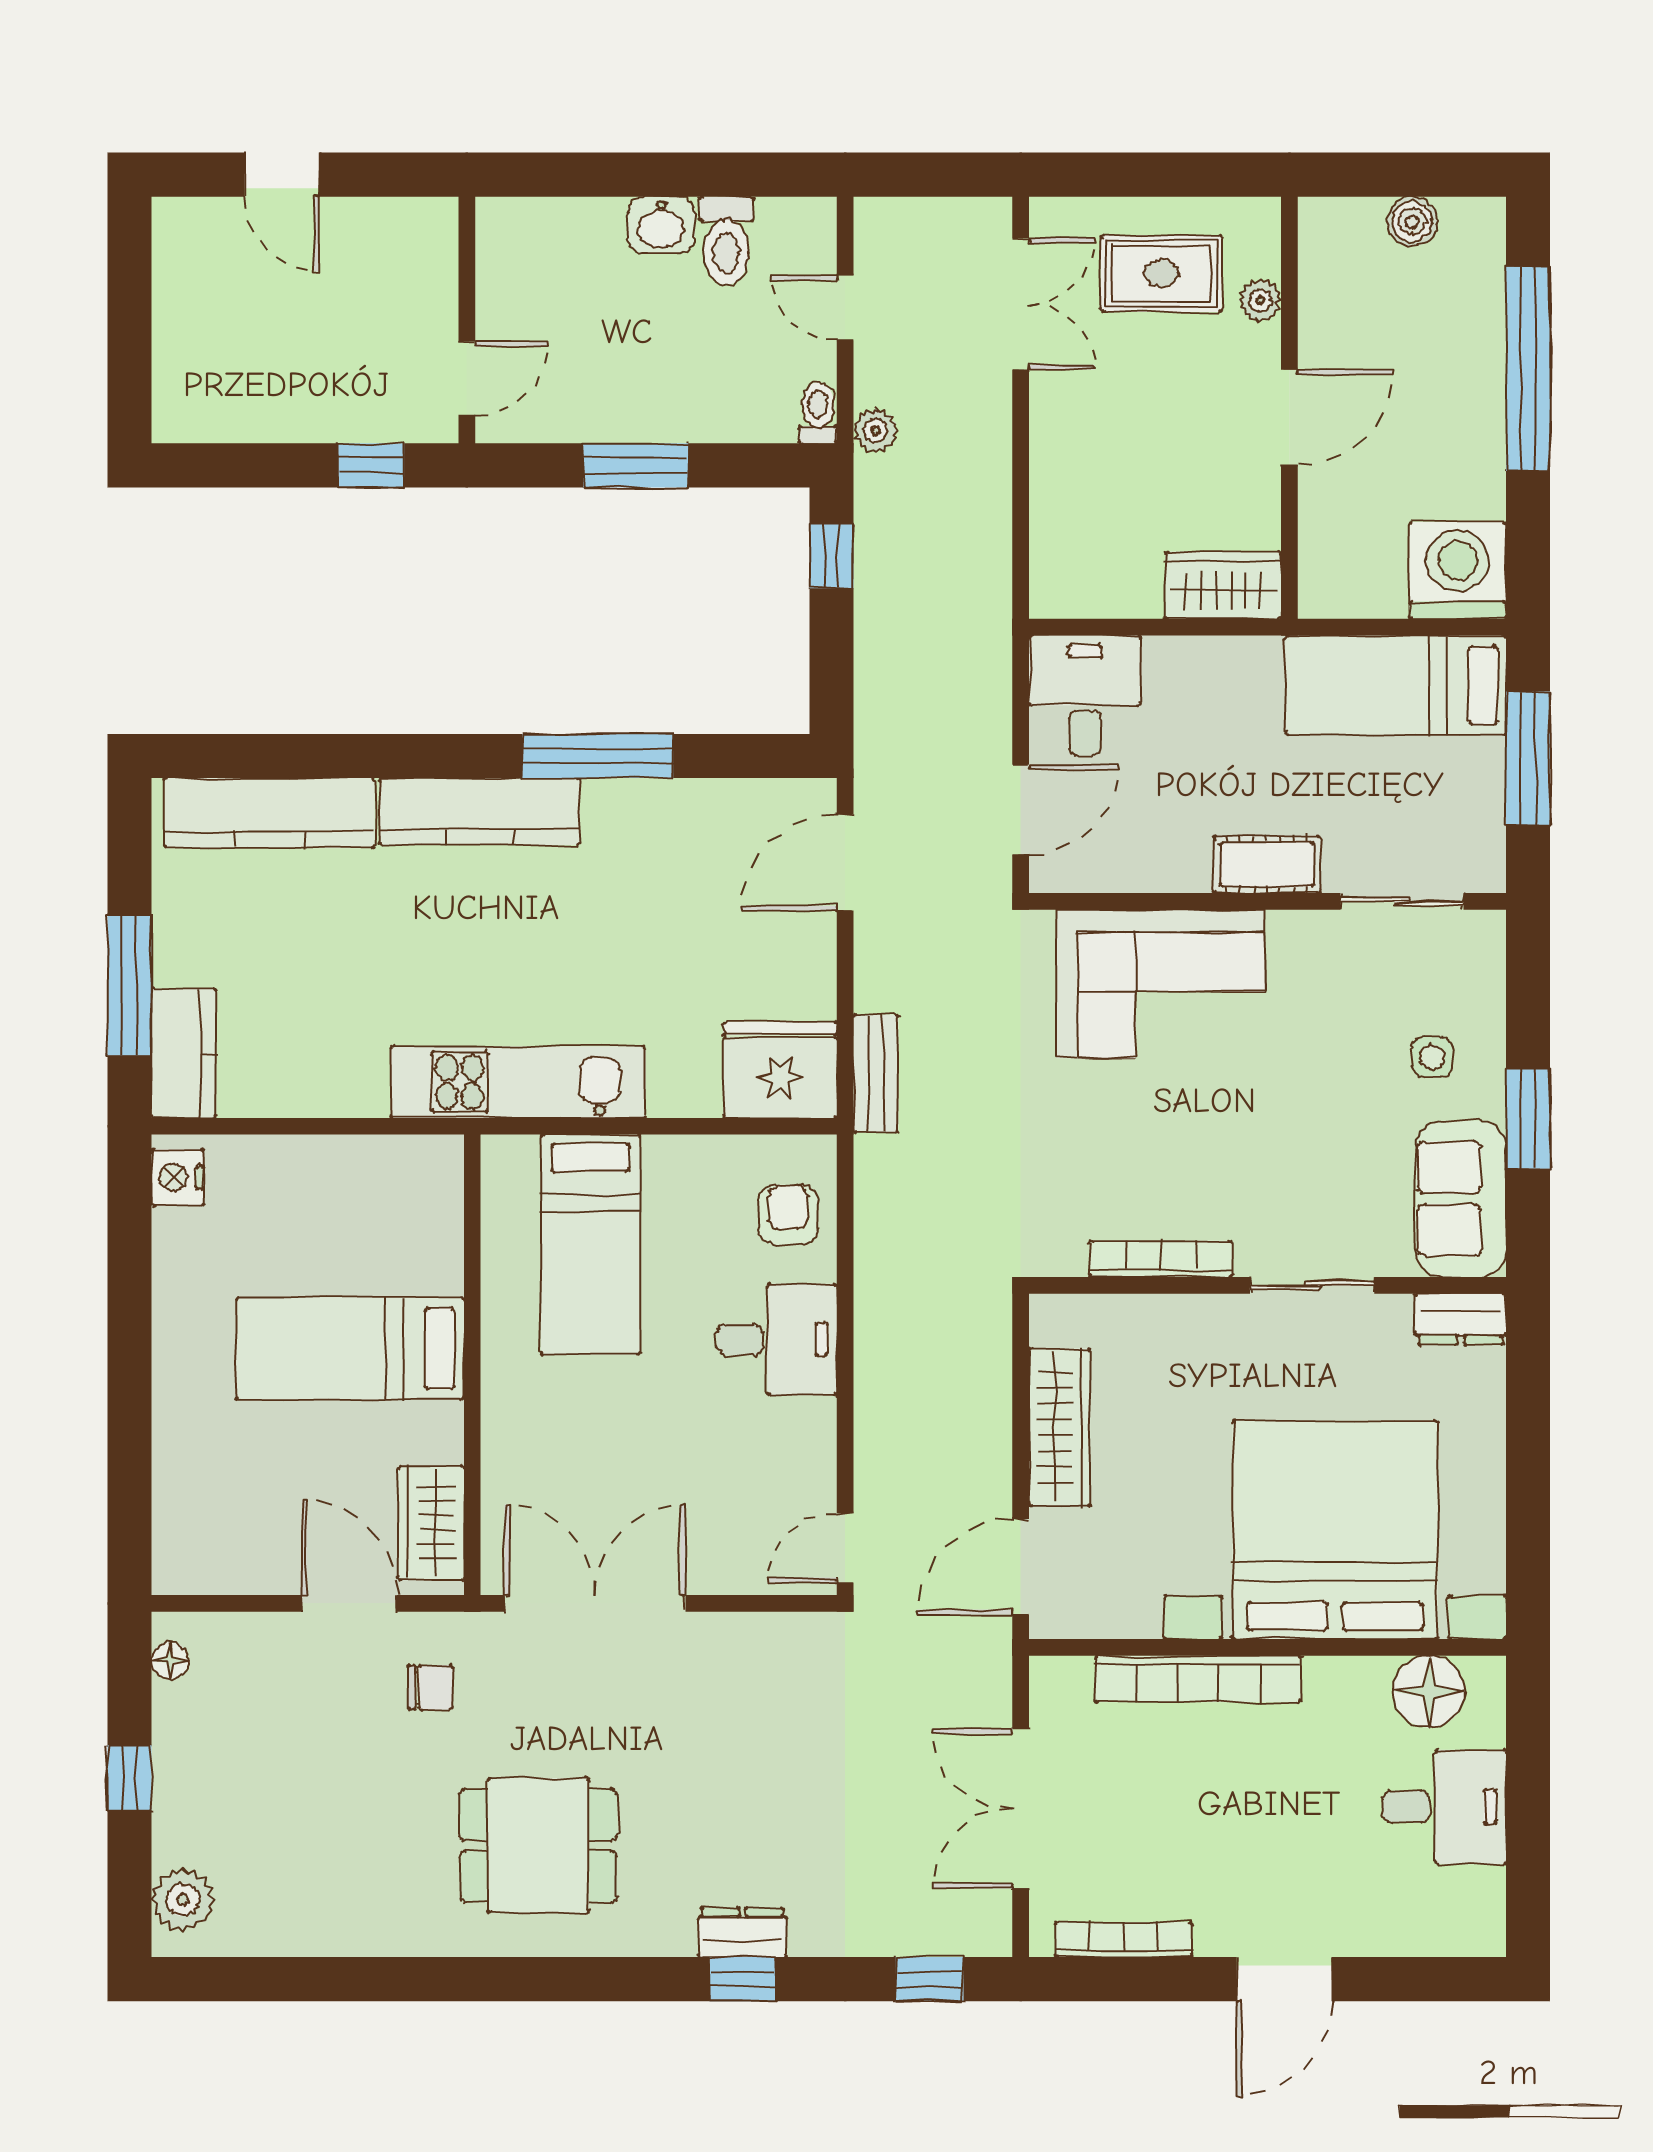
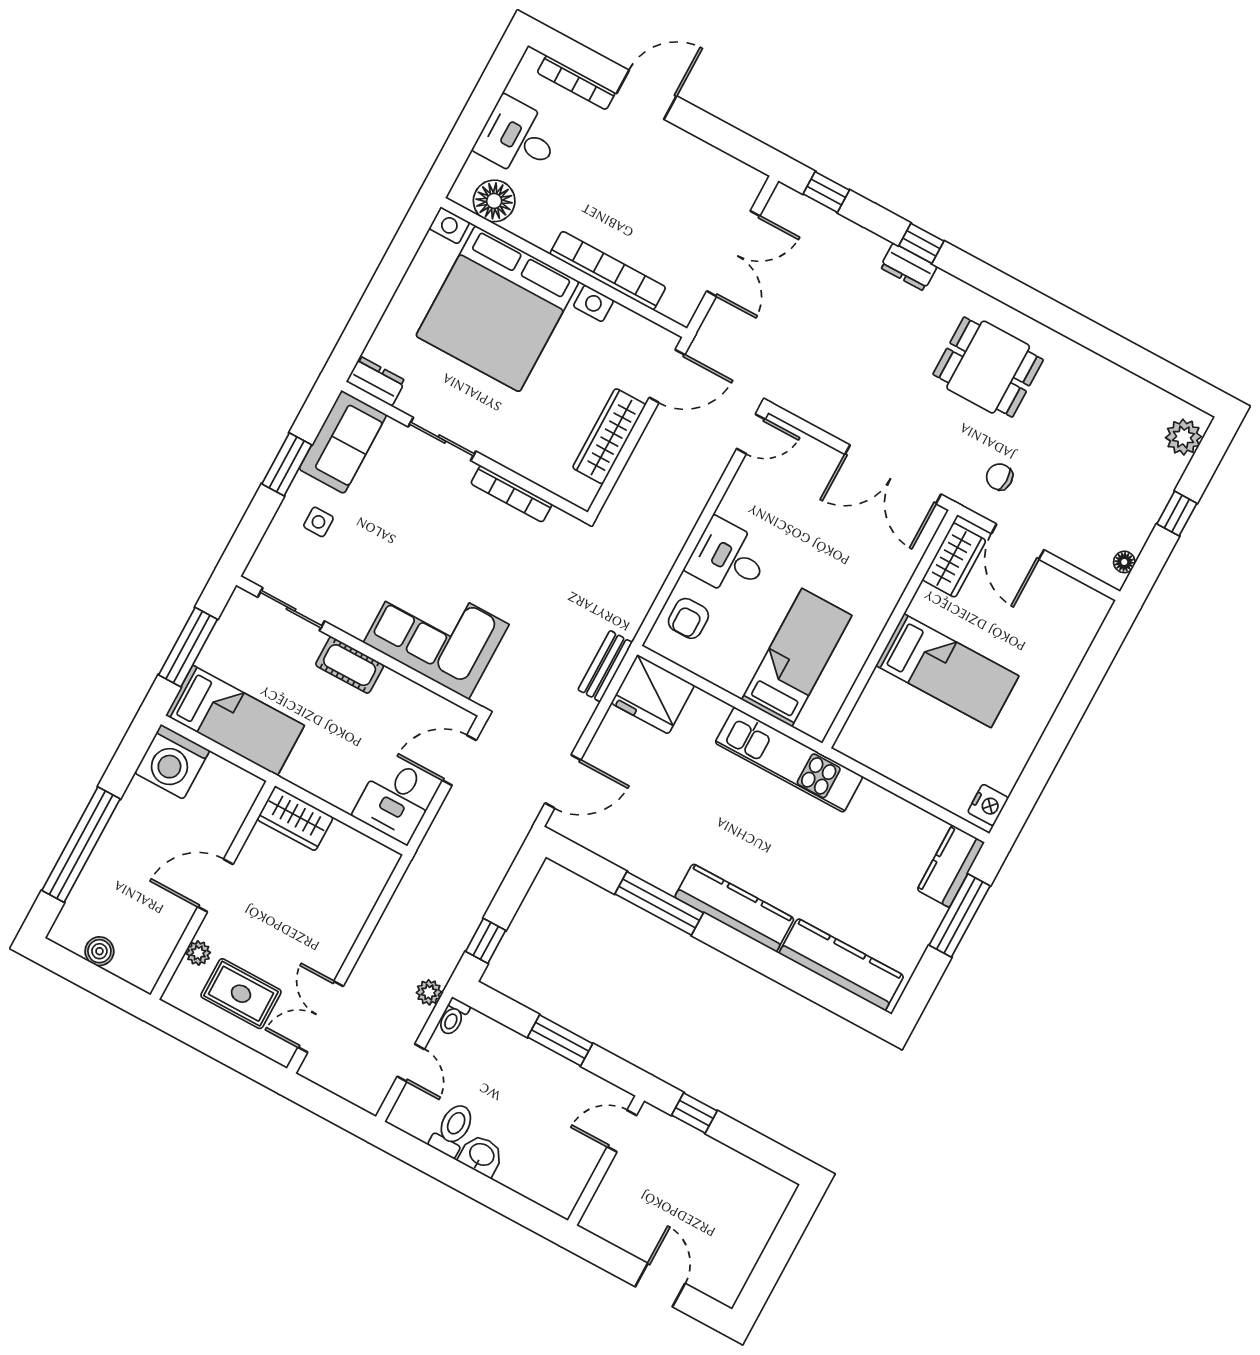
bookcase: (1124, 1940) -> (576, 83), moved

